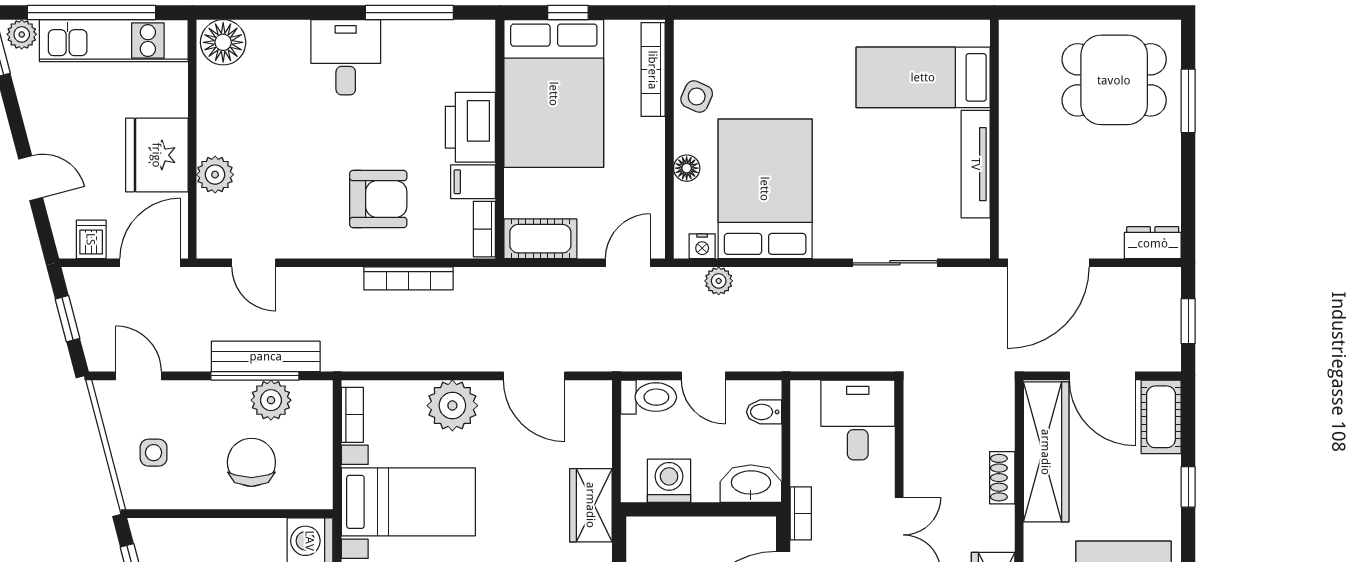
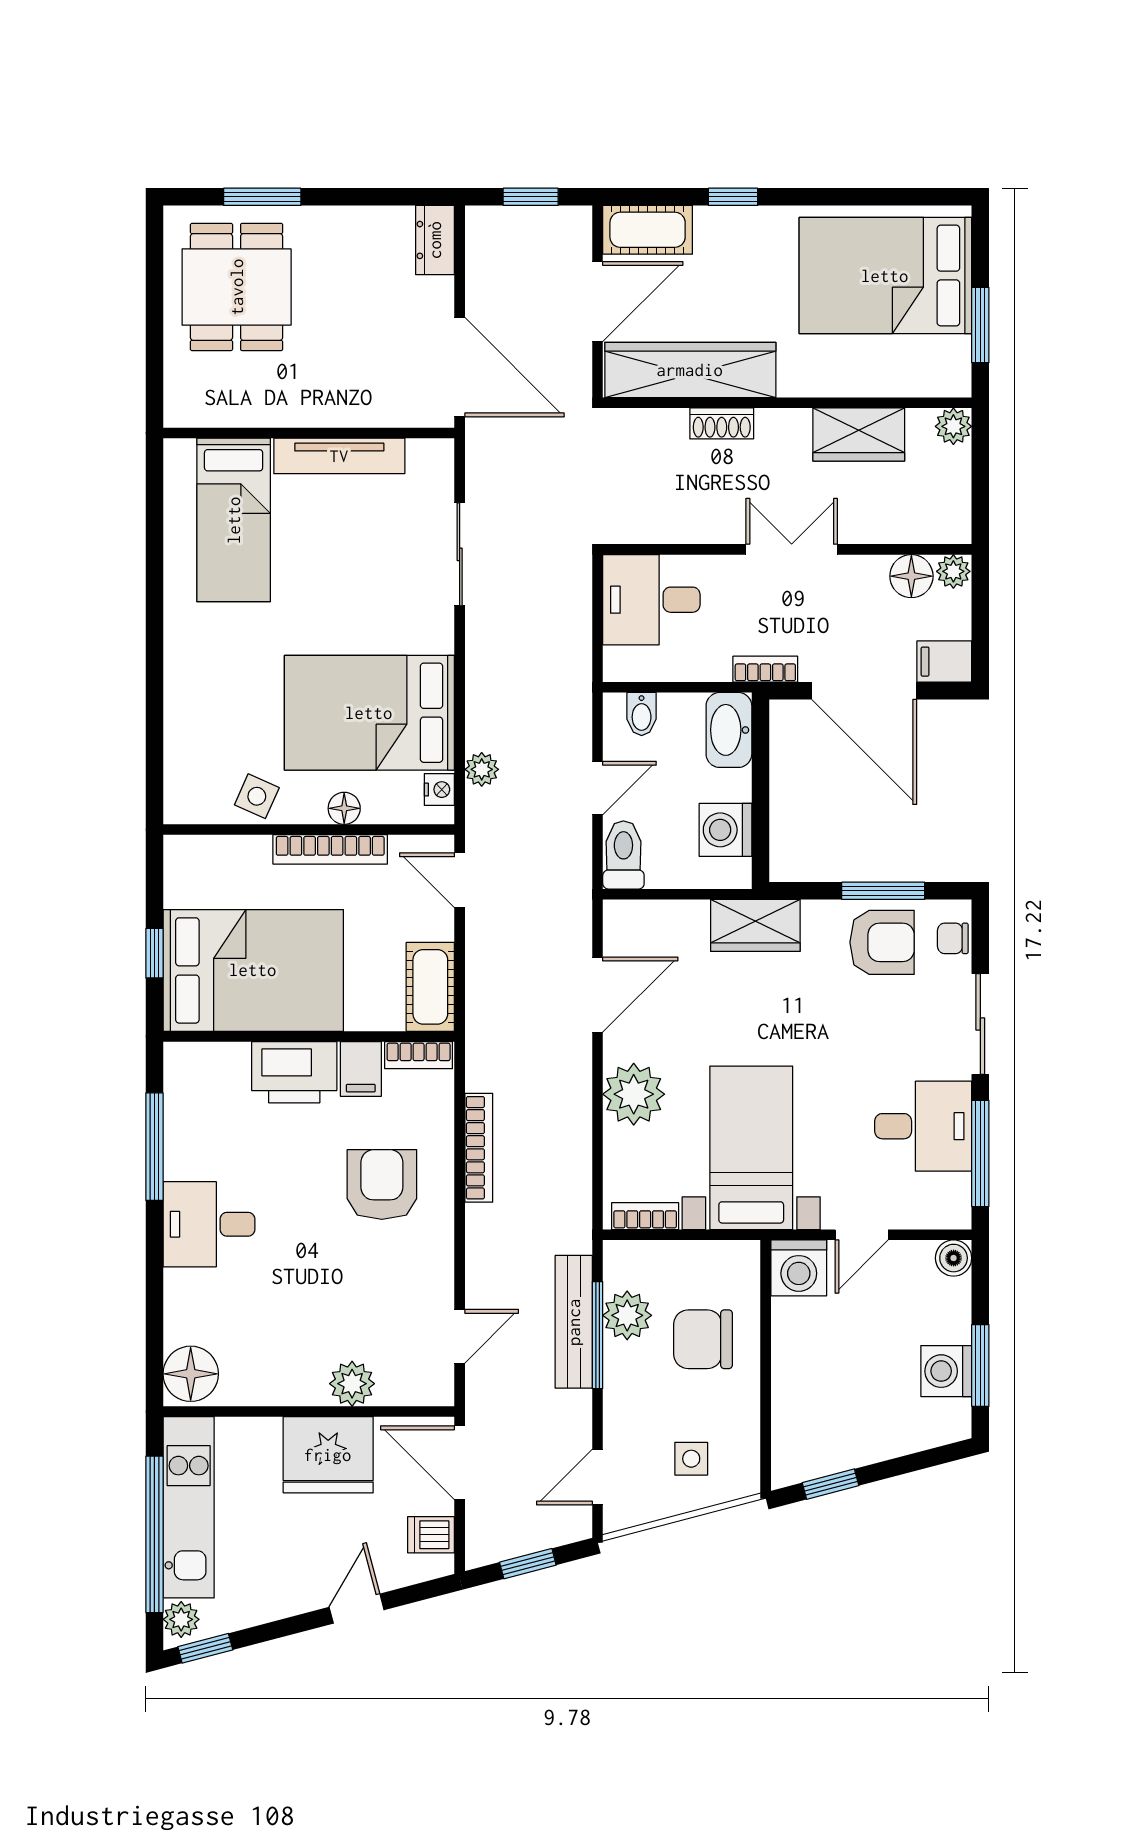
bookcase: (653, 70) -> (330, 849), moved

